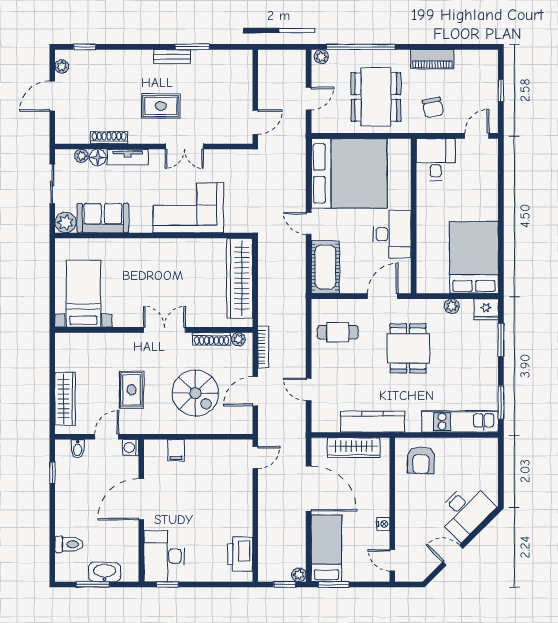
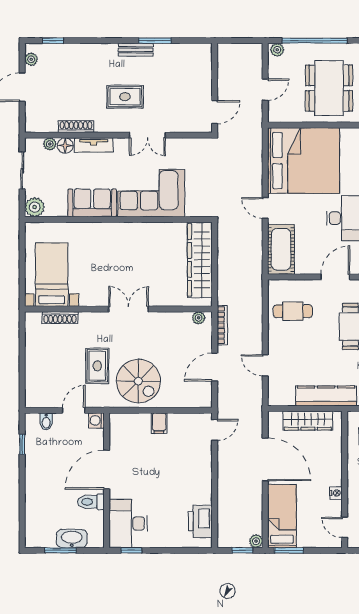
sofa: (103, 218) -> (92, 203), moved
shoe rack: (211, 339) -> (60, 318), moved
spiral stairs: (195, 393) -> (138, 381), moved
wardrobe: (65, 399) -> (34, 374), removed
filing cabinet: (176, 450) -> (159, 423), moved
toilet: (69, 544) -> (91, 502), moved, turned 180

